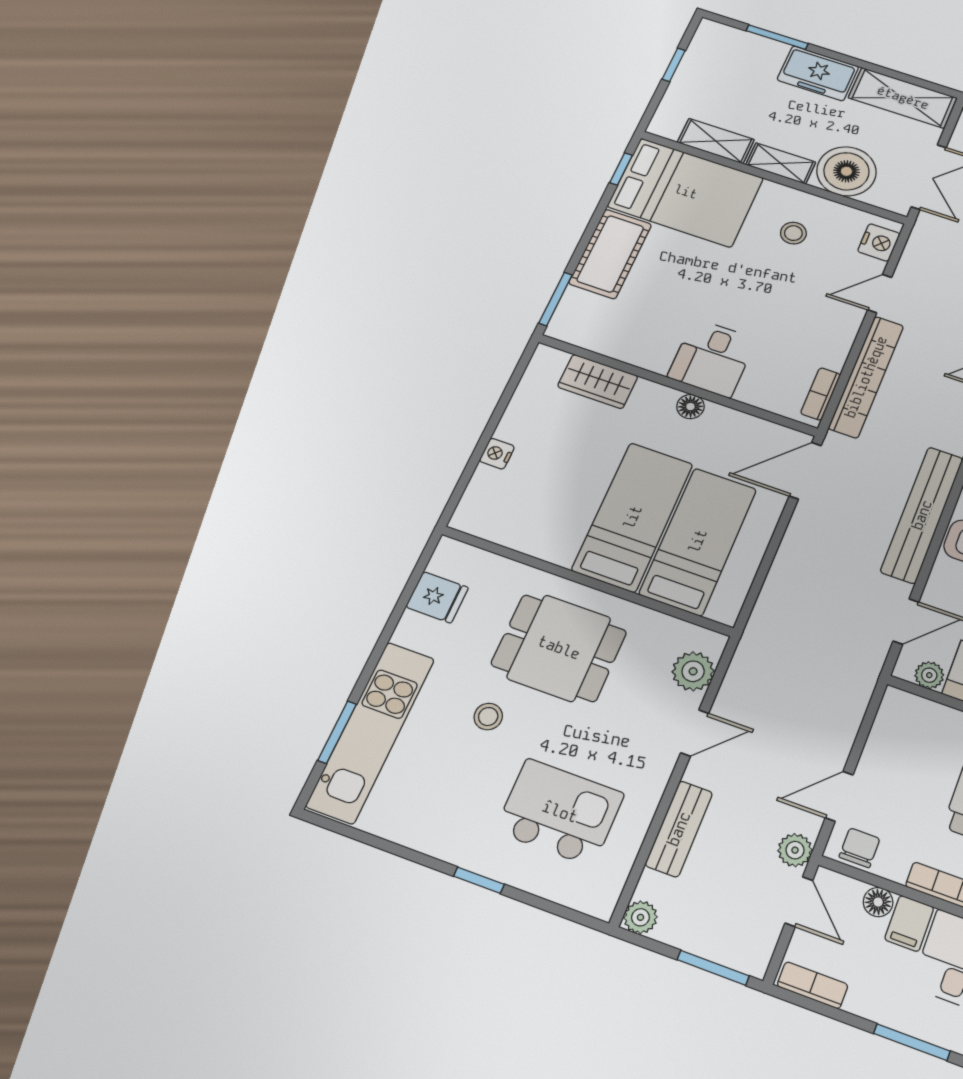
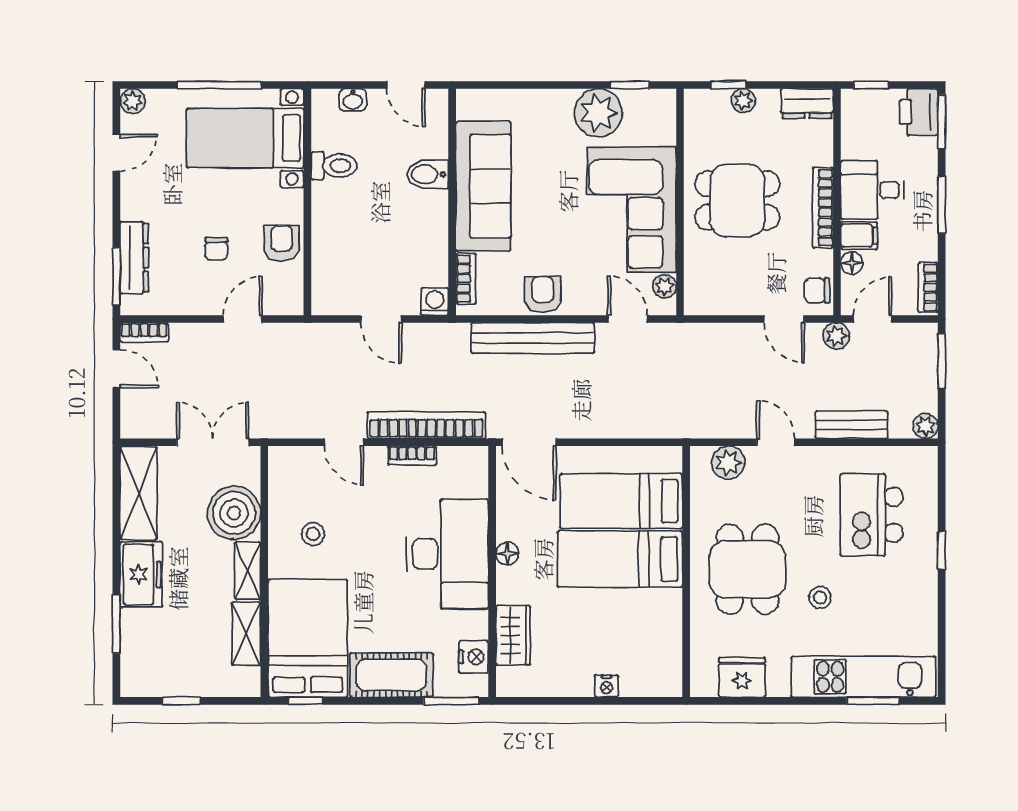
nightstand: (879, 242) -> (474, 657), moved, turned 90
desk: (712, 358) -> (447, 554), width x1.87, depth x1.30
bookcase: (821, 394) -> (412, 456), moved
fridge: (437, 597) -> (742, 677), width x1.38

